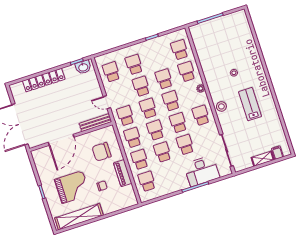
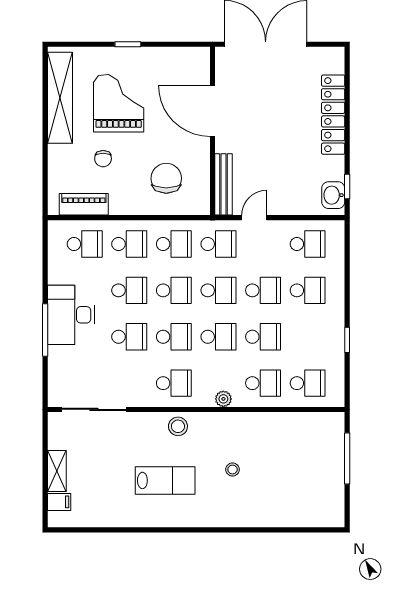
desk: (202, 171) -> (71, 315), moved
piano: (123, 173) -> (84, 204), moved
grand piano: (72, 187) -> (119, 103), turned 180

